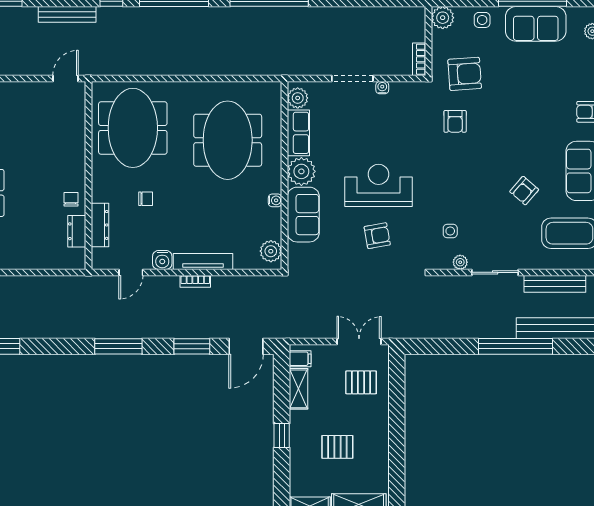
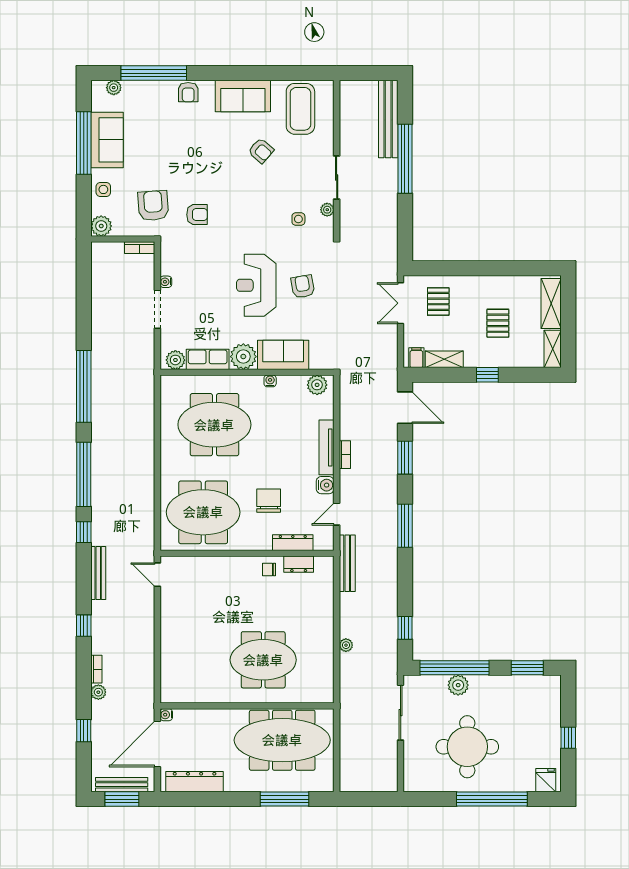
chair: (146, 199) -> (269, 501), width x1.87, depth x1.87
door: (131, 272) -> (337, 514), swing flipped
bench: (555, 284) -> (347, 563), moved

